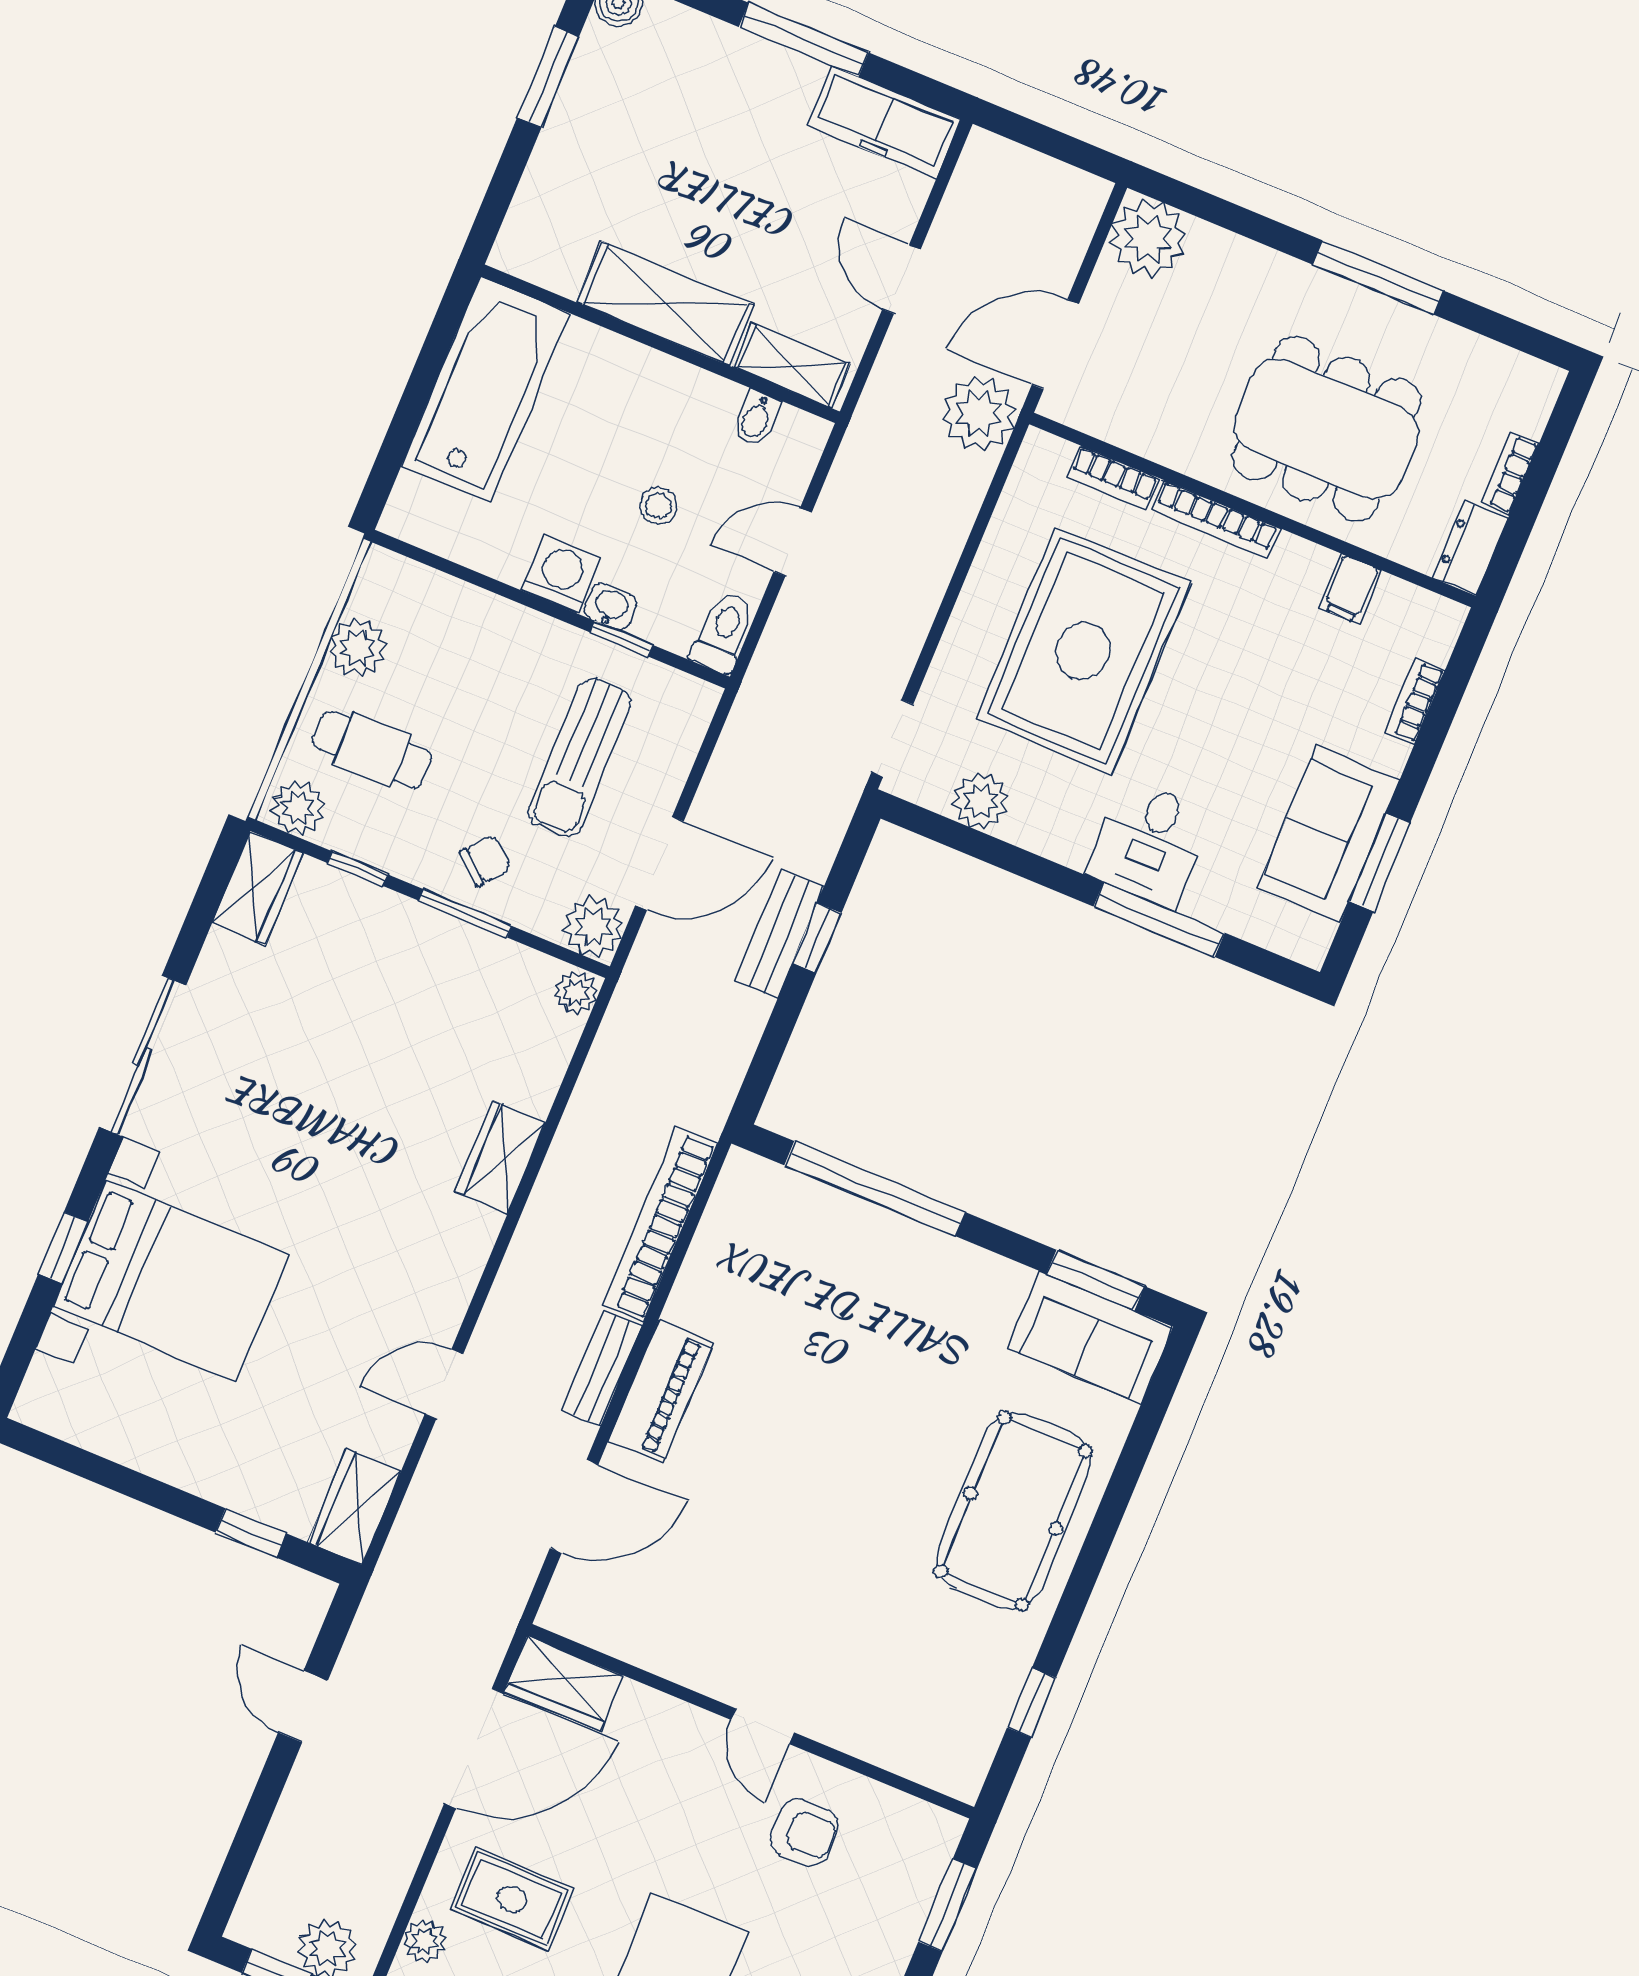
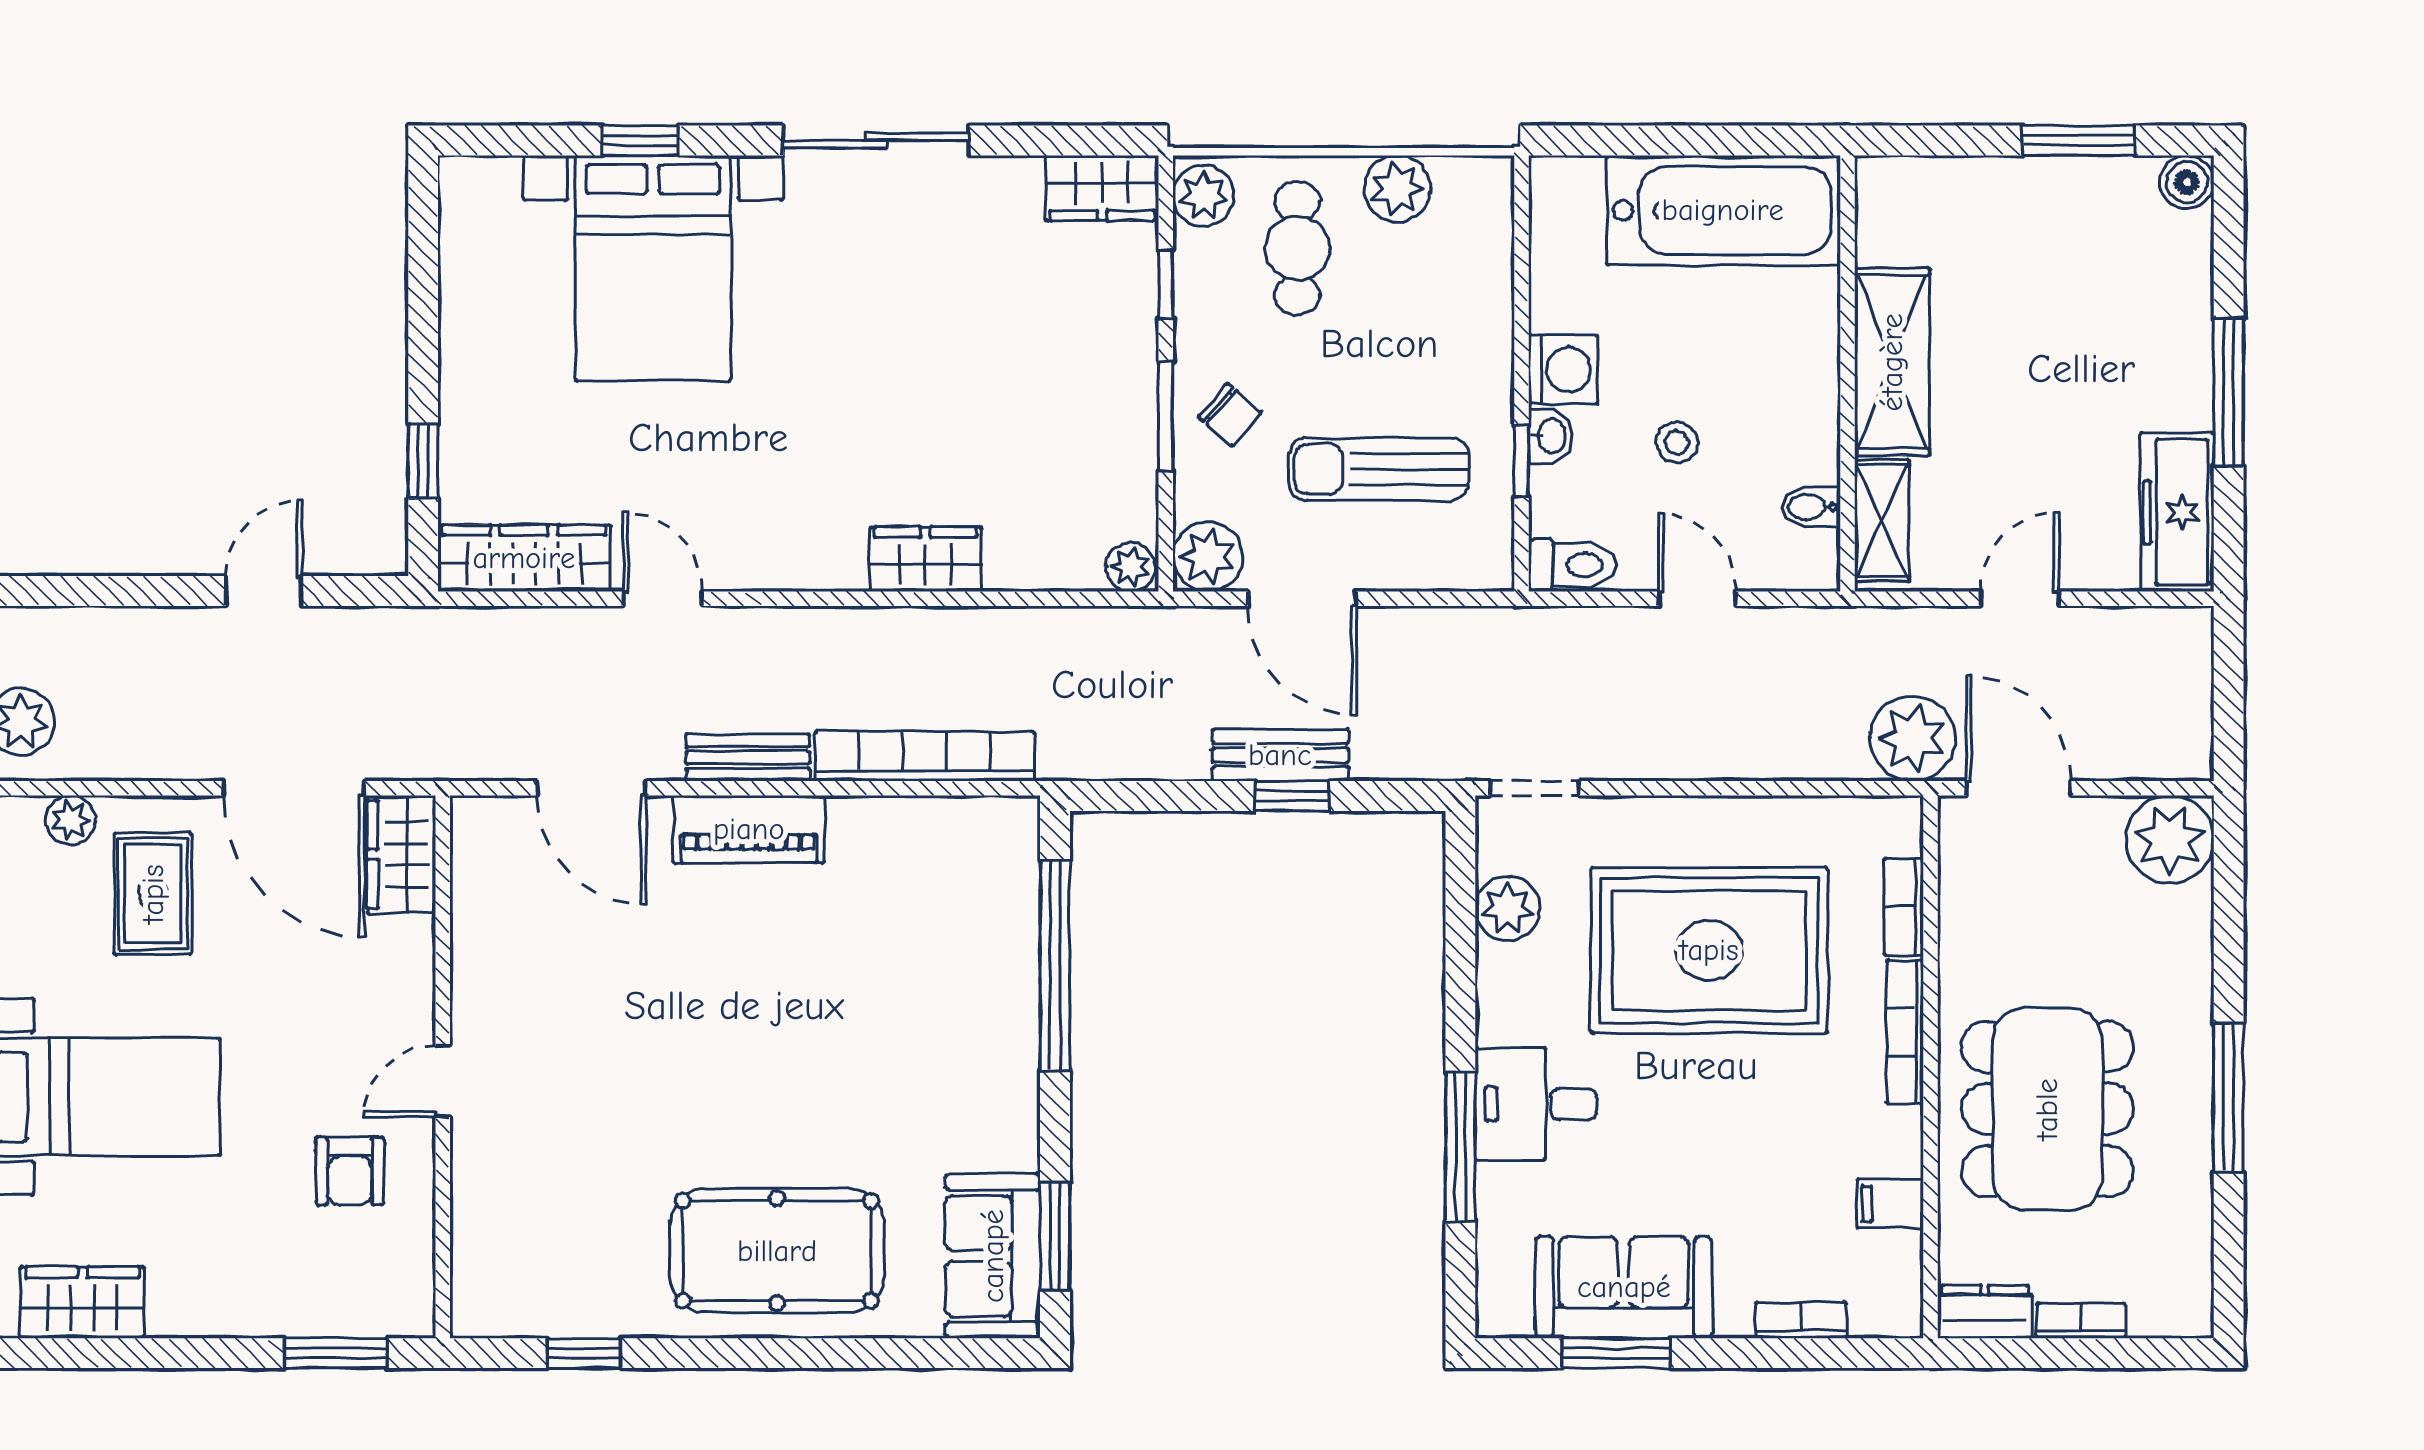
wardrobe: (354, 1507) -> (524, 558), width x1.50

